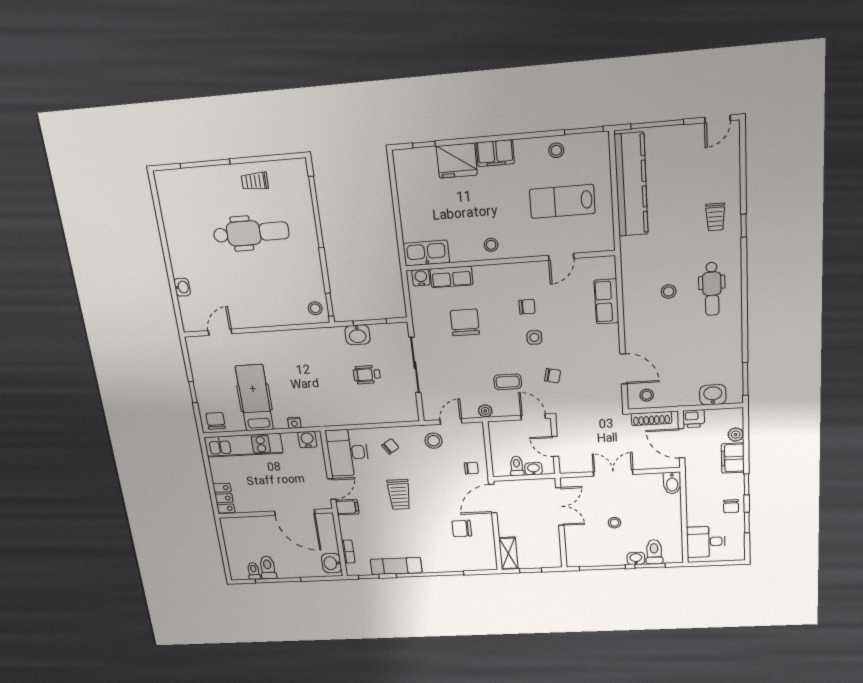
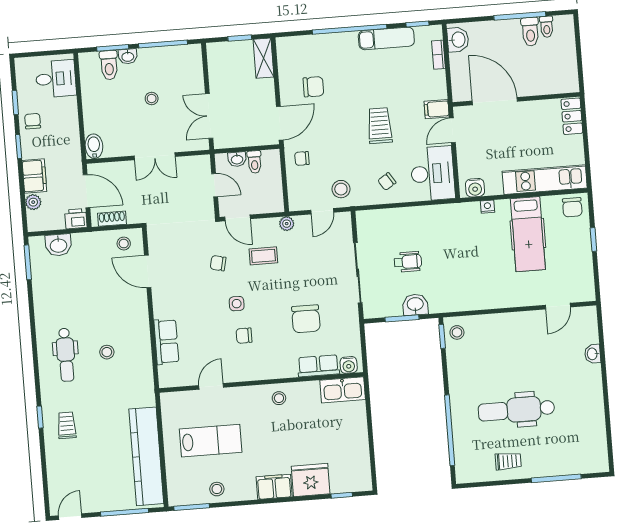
dental chair: (712, 289) -> (66, 355), turned 180
shoe rack: (651, 418) -> (112, 219), width x0.70

